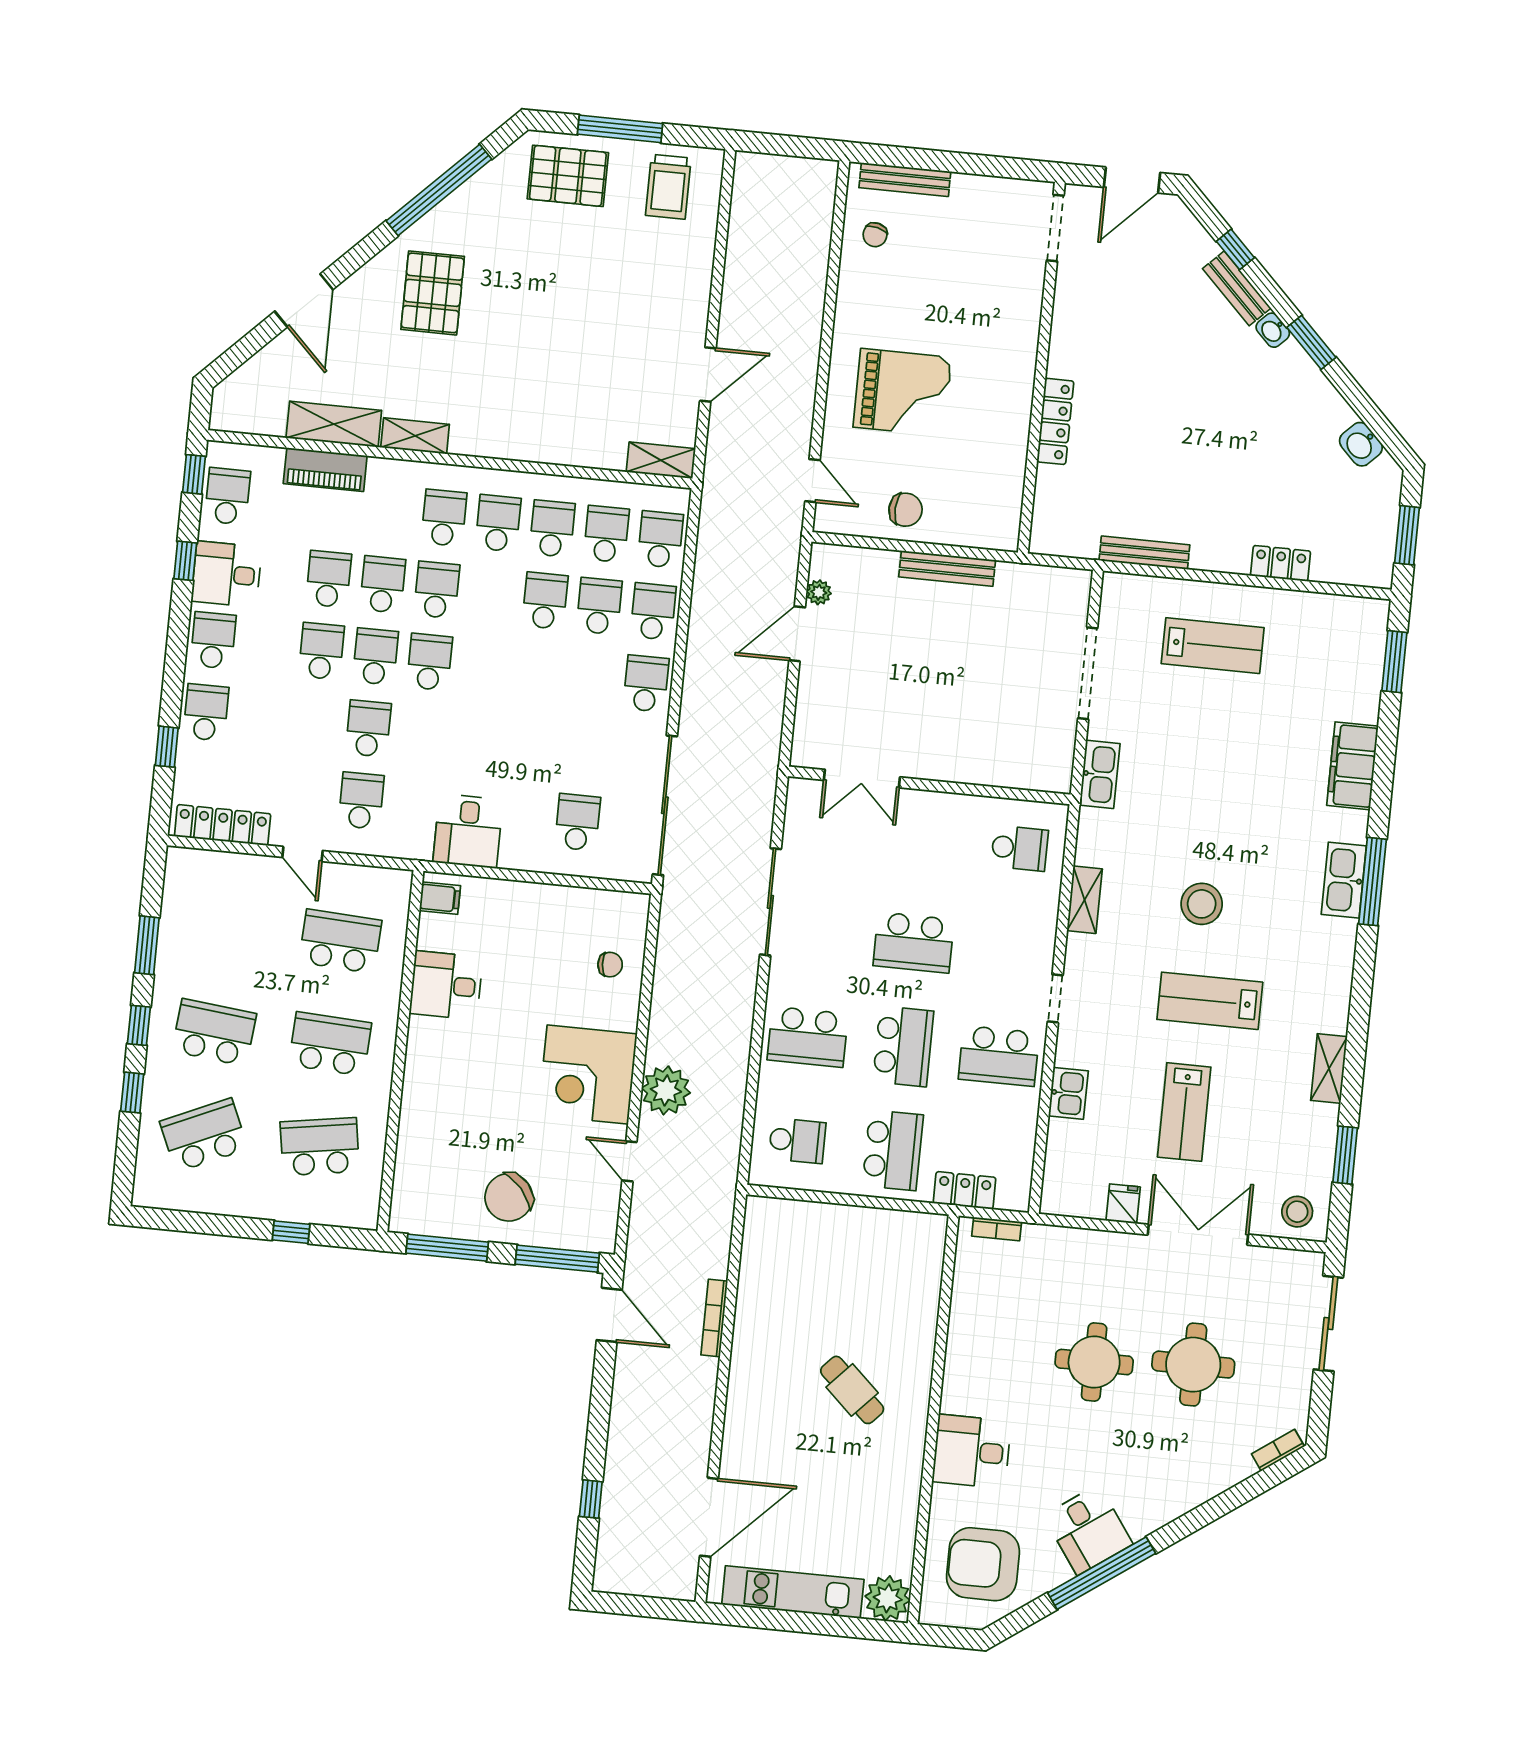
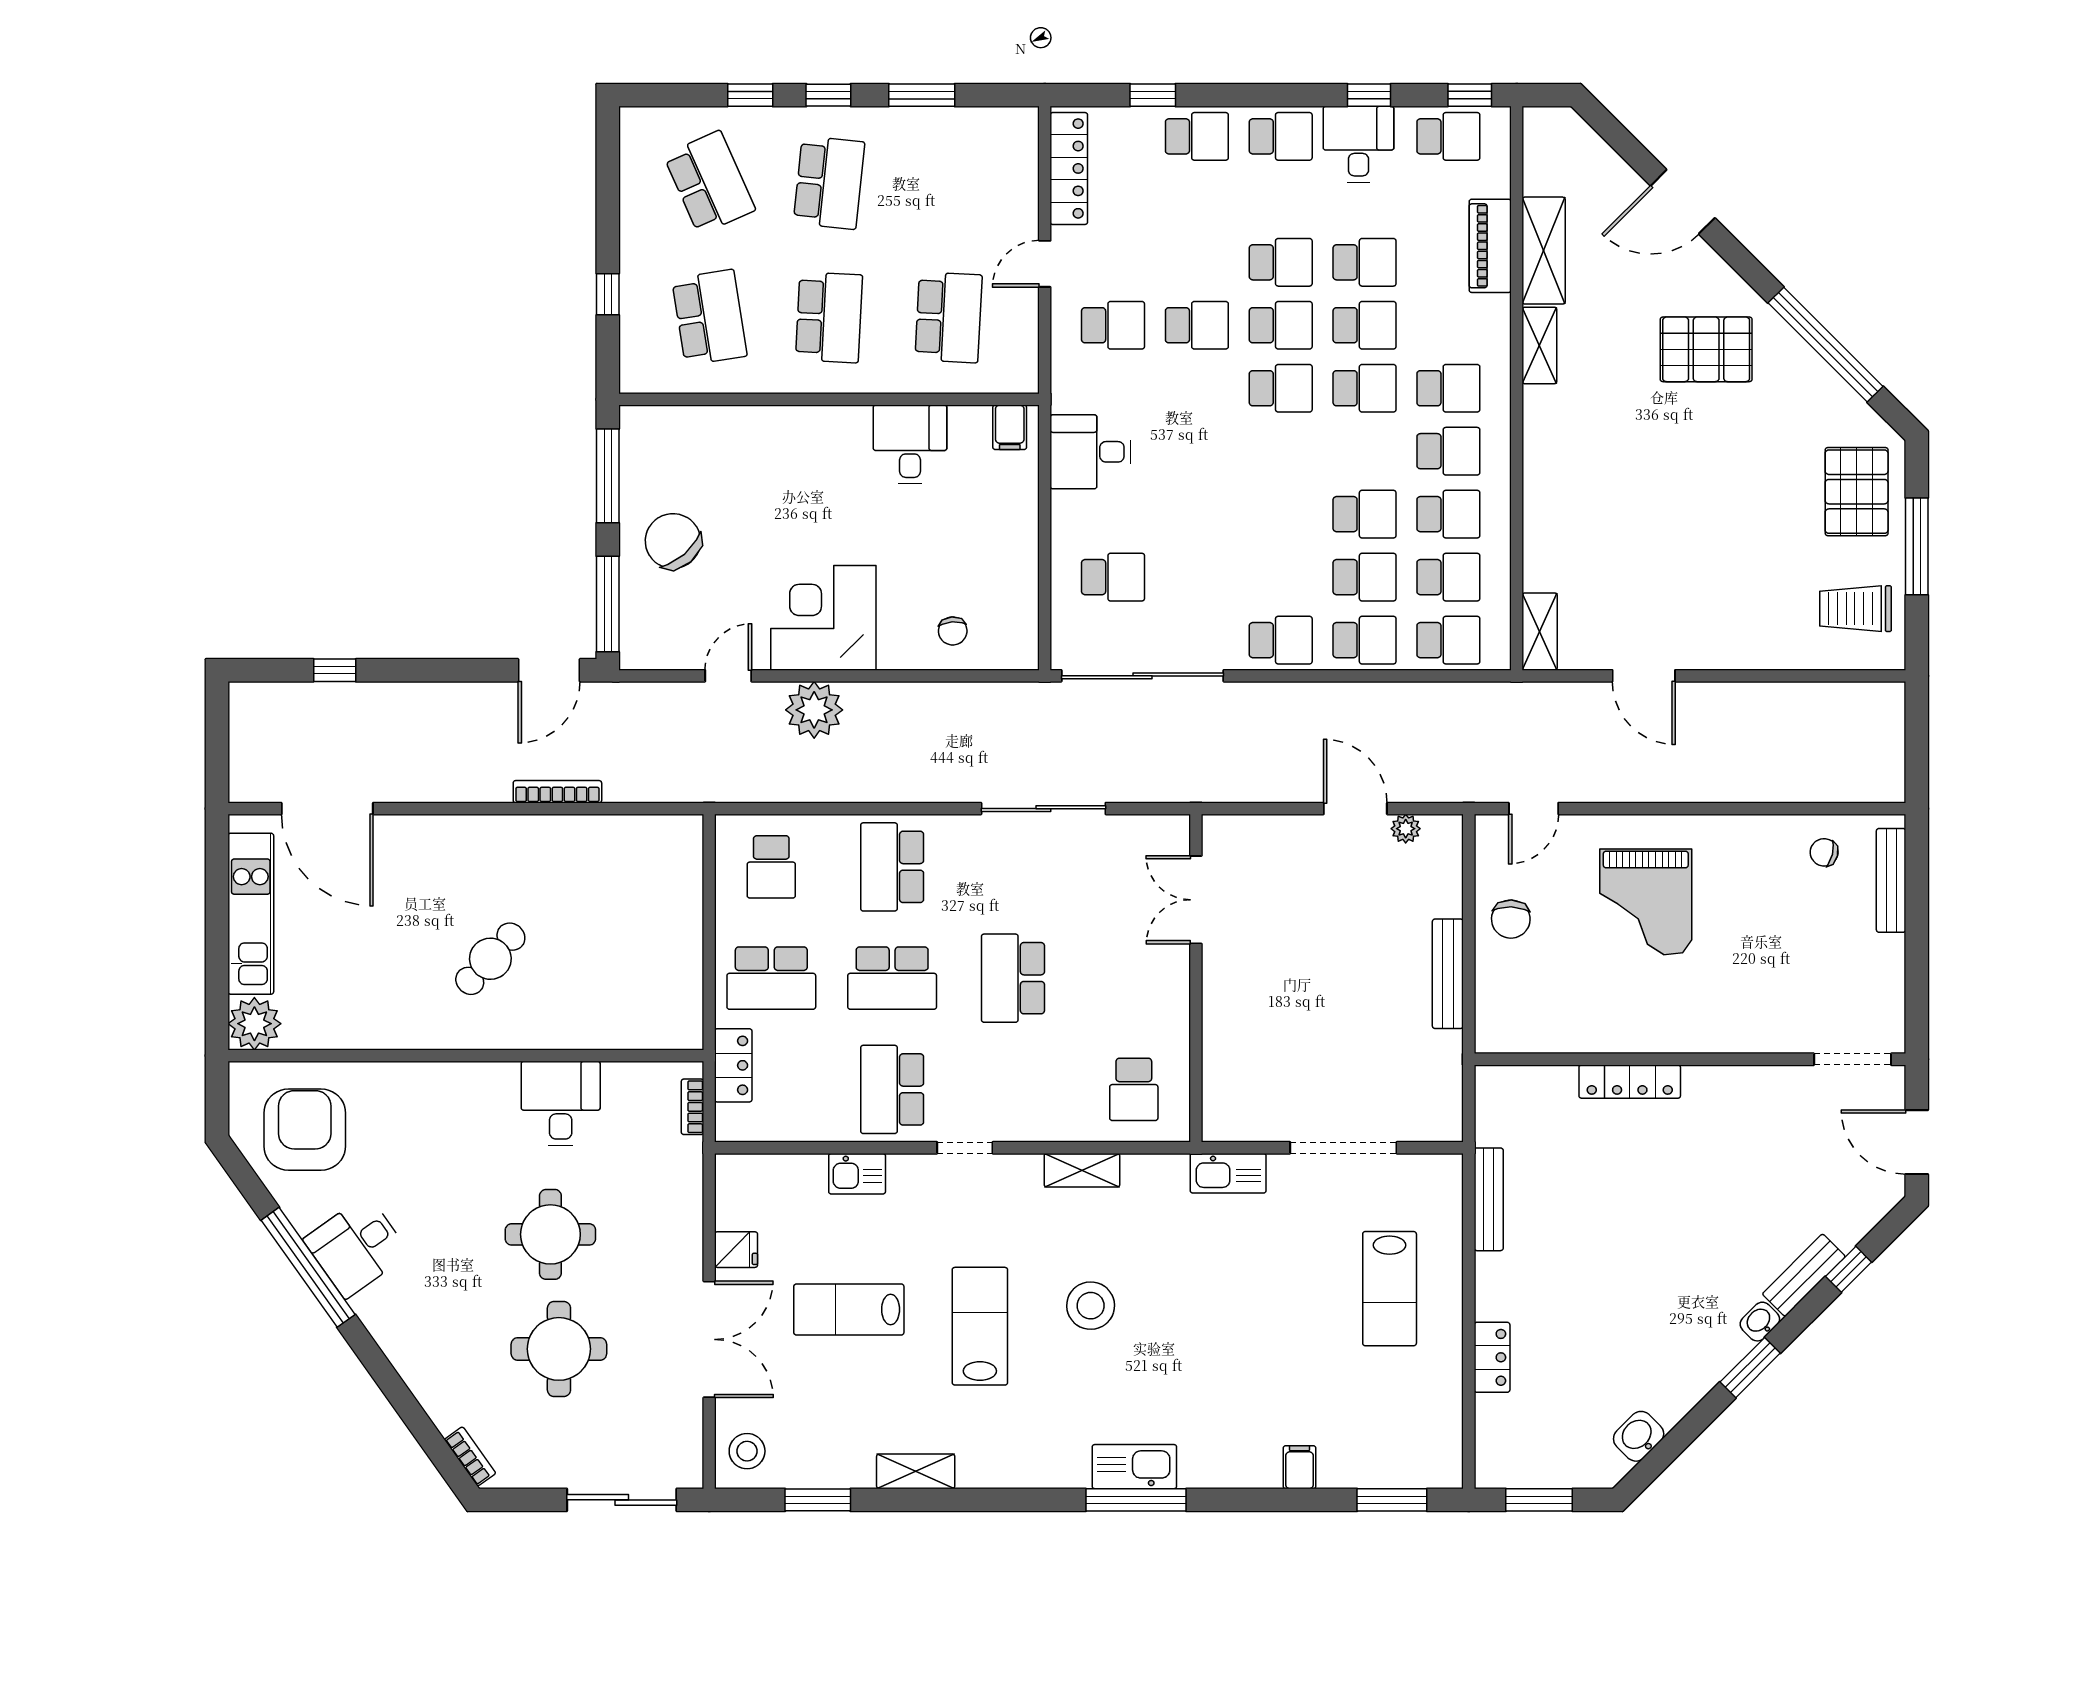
filing cabinet: (1353, 766) -> (1300, 1467), width x0.33, depth x0.86
desk: (972, 1451) -> (561, 1104), moved

